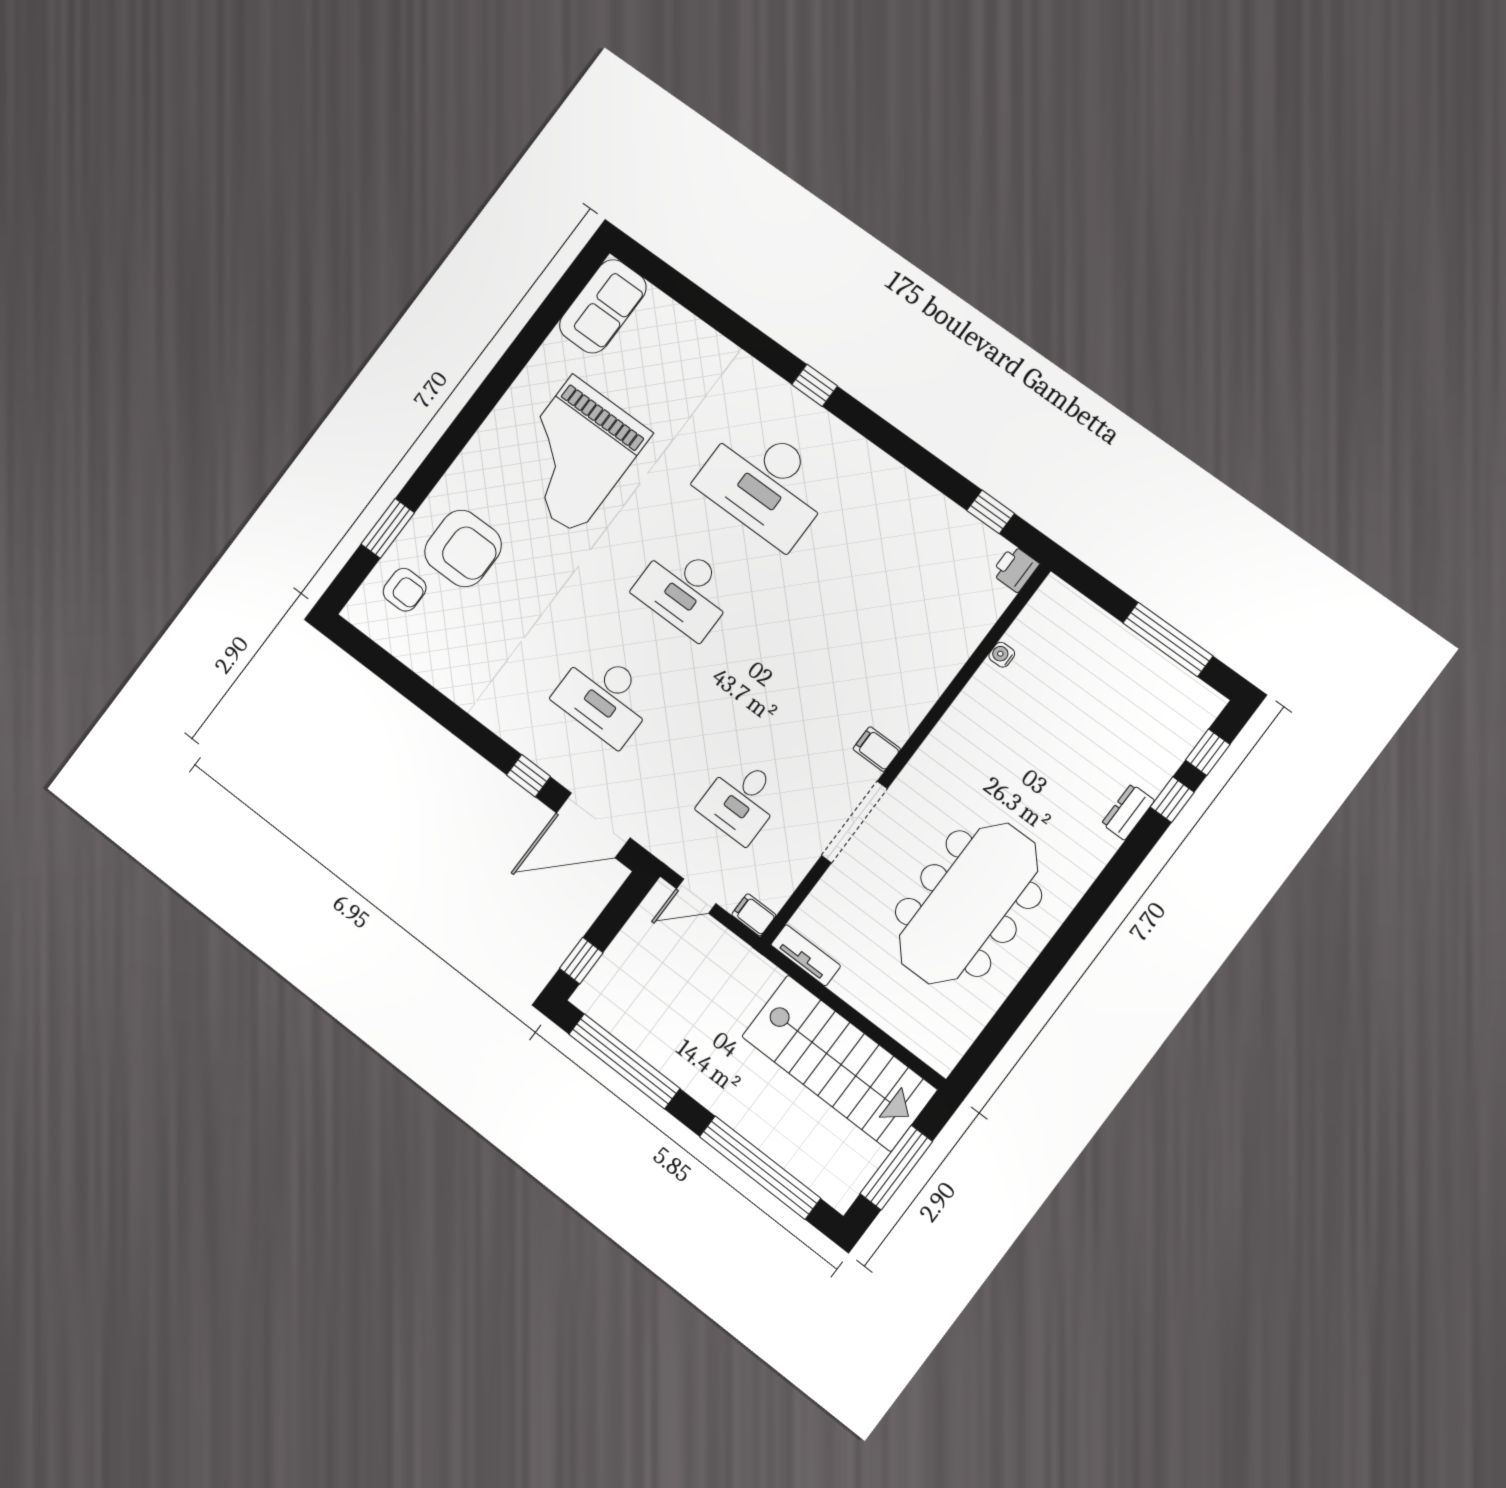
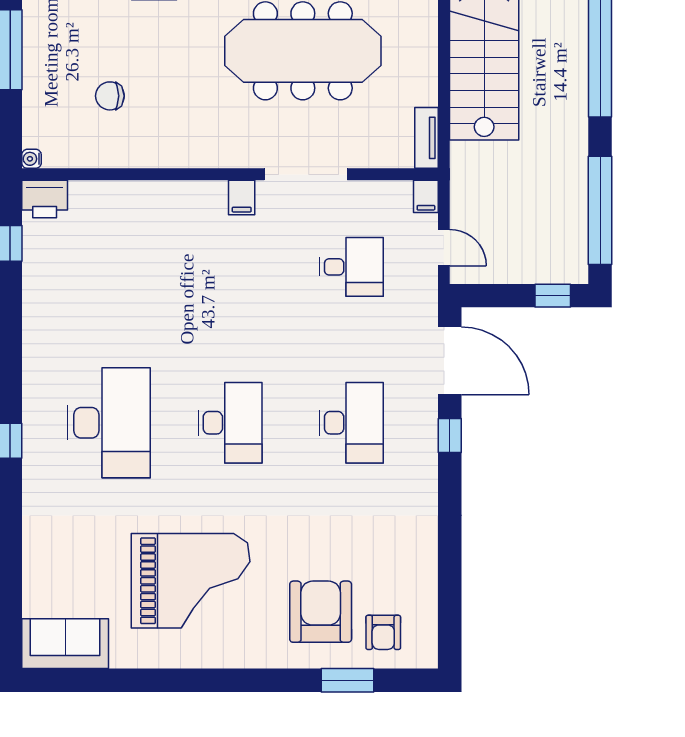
printer: (1015, 569) -> (45, 199), width x1.36, depth x1.24
armchair: (405, 590) -> (383, 632), turned 180
water cooler: (1002, 655) -> (31, 159), moved, turned 90
chair: (1058, 699) -> (110, 96), added

